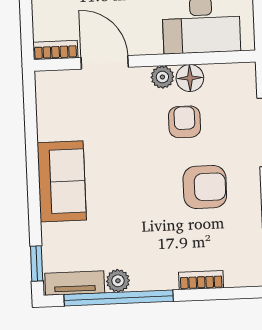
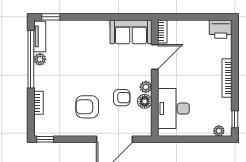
sofa: (62, 181) -> (131, 32), moved
armchair: (205, 187) -> (87, 107), turned 90

